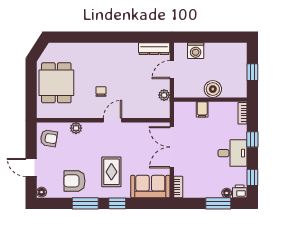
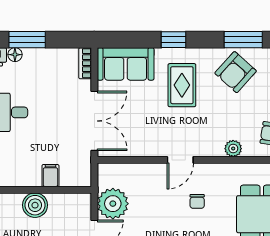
plant: (164, 95) -> (113, 204), width x1.87, depth x1.87
armchair: (74, 181) -> (236, 72), turned 132
window: (85, 203) -> (243, 40), moved

